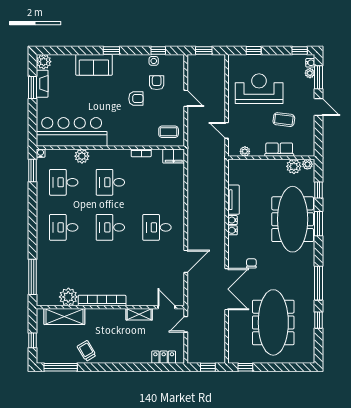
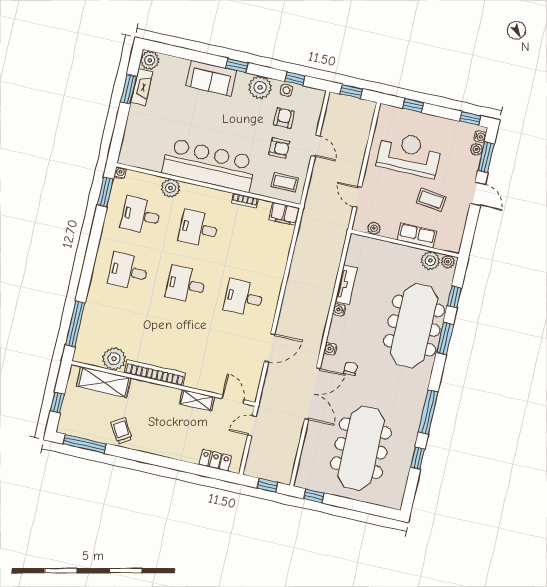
plant: (133, 63) -> (260, 87), added
armchair: (136, 99) -> (279, 148), moved
bar counter: (72, 132) -> (209, 165), moved
water cooler: (233, 230) -> (330, 349), moved

